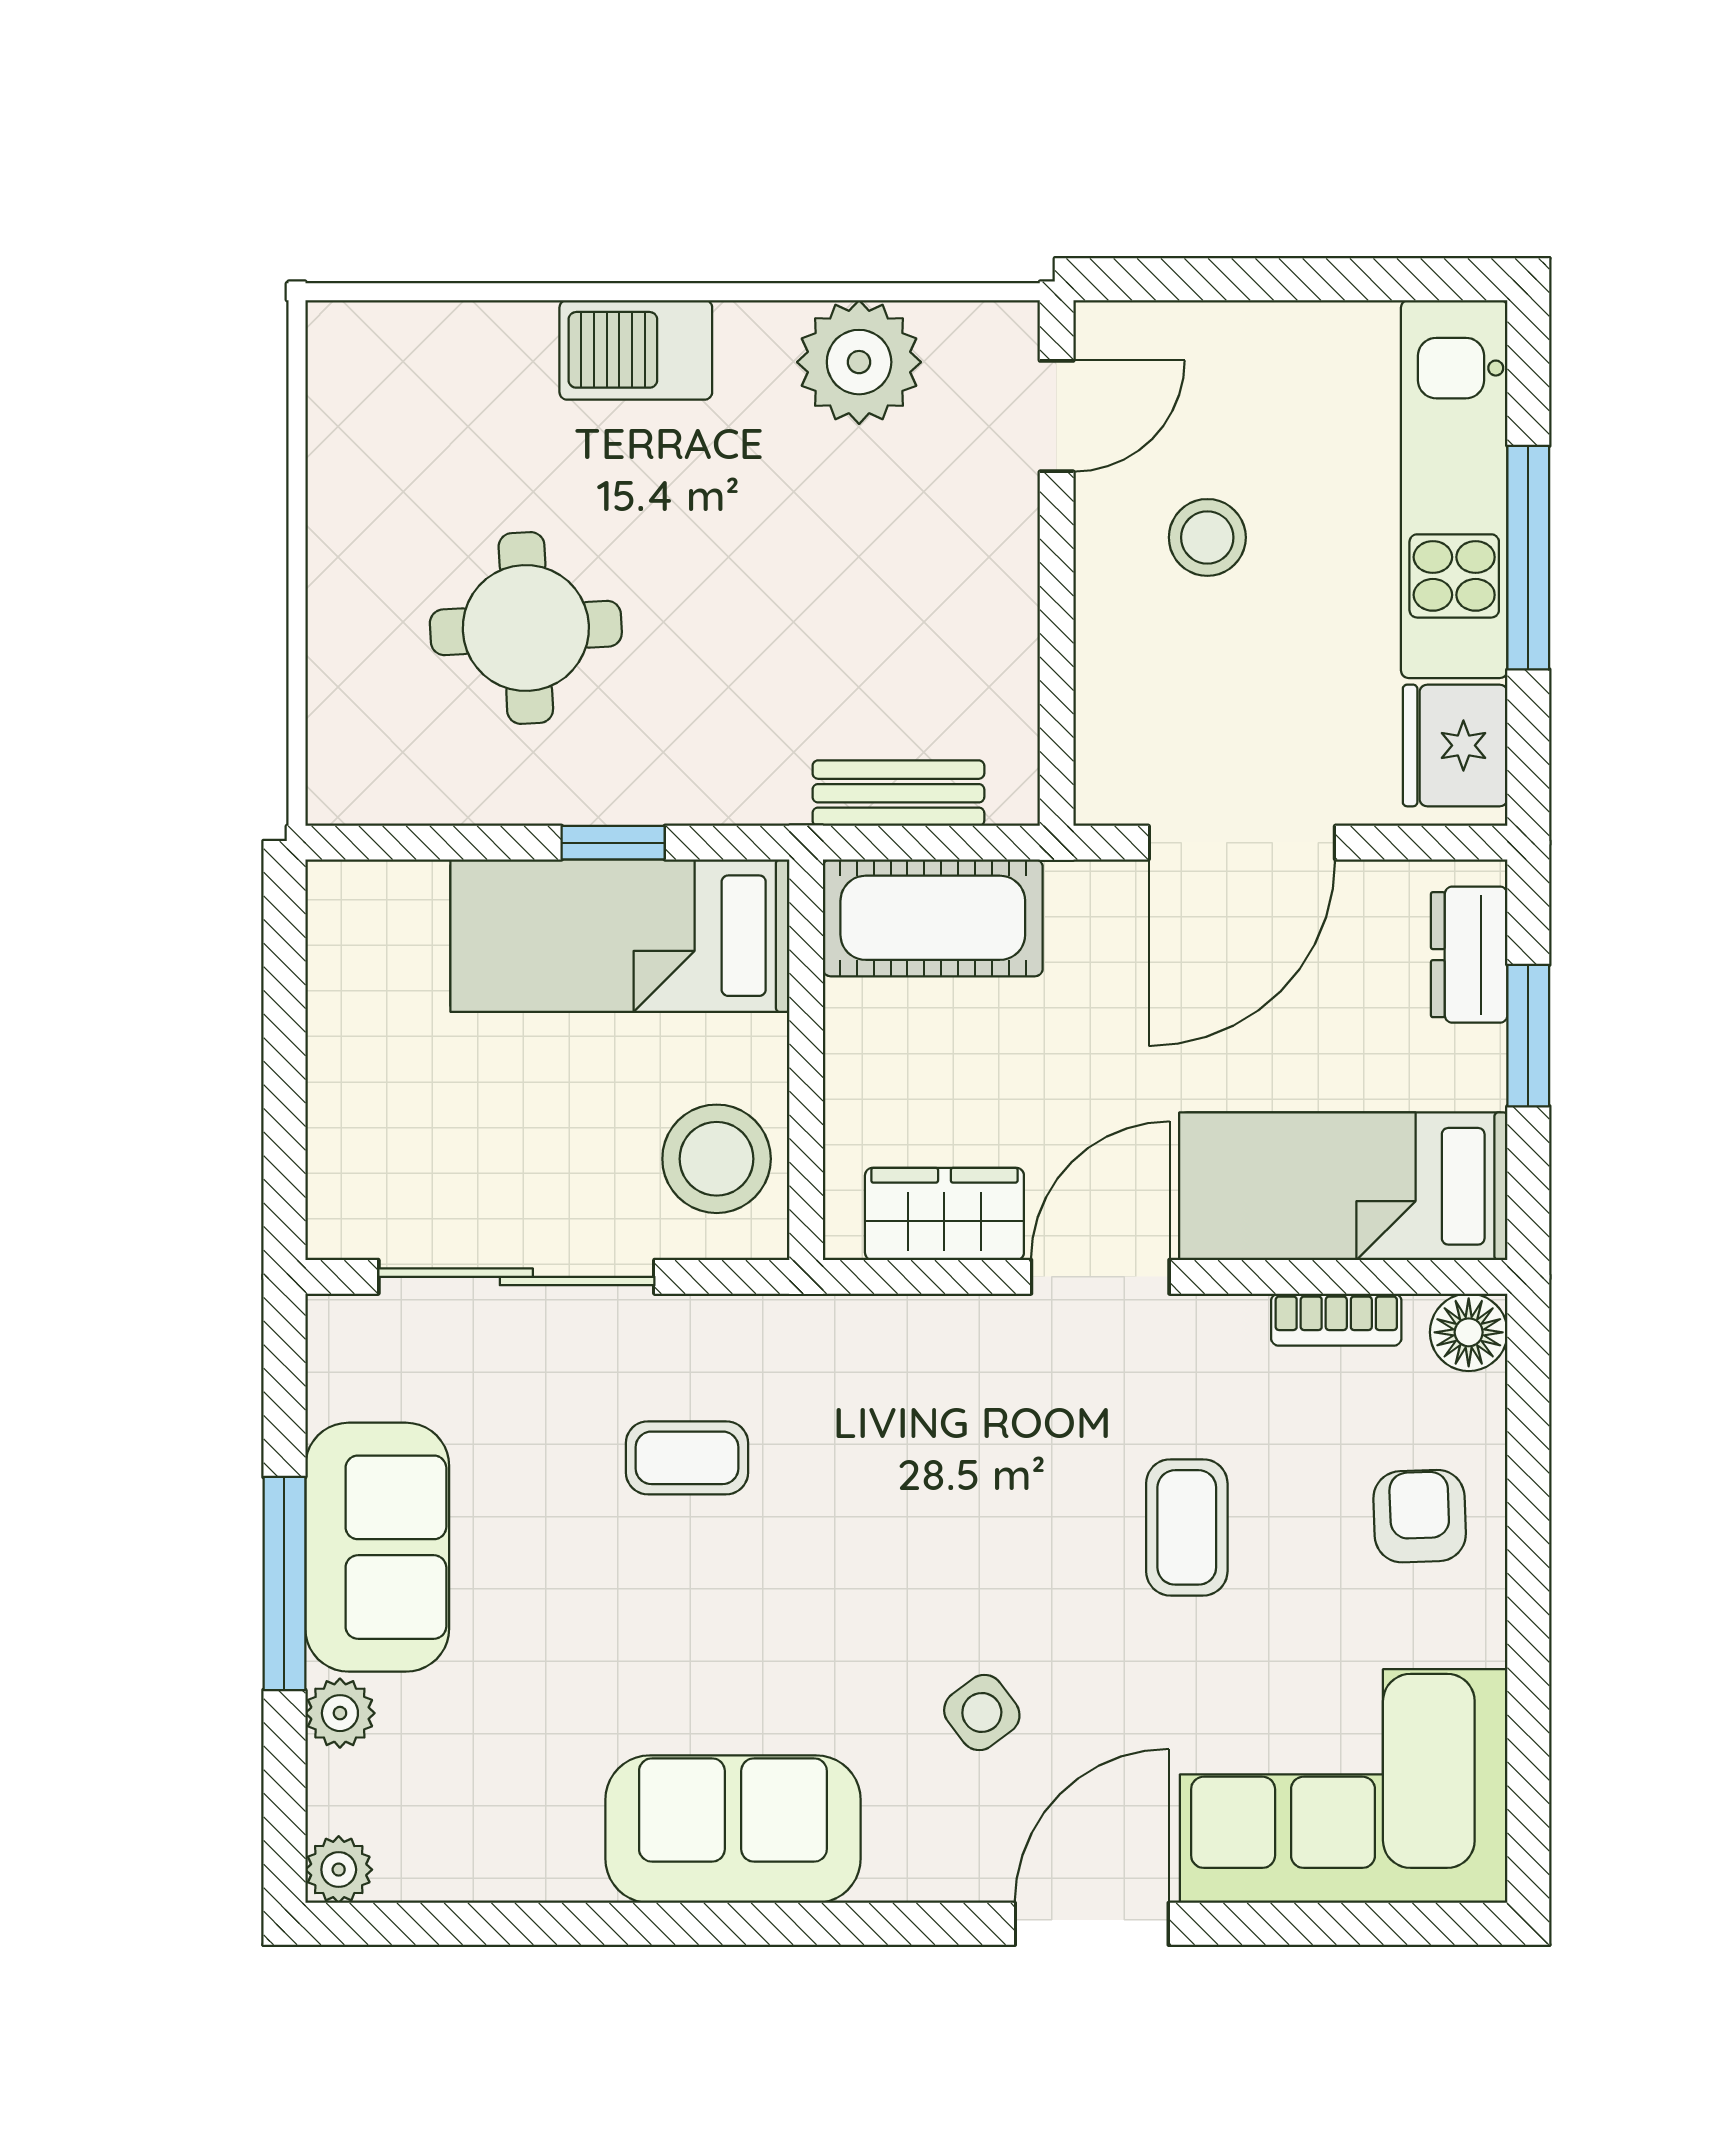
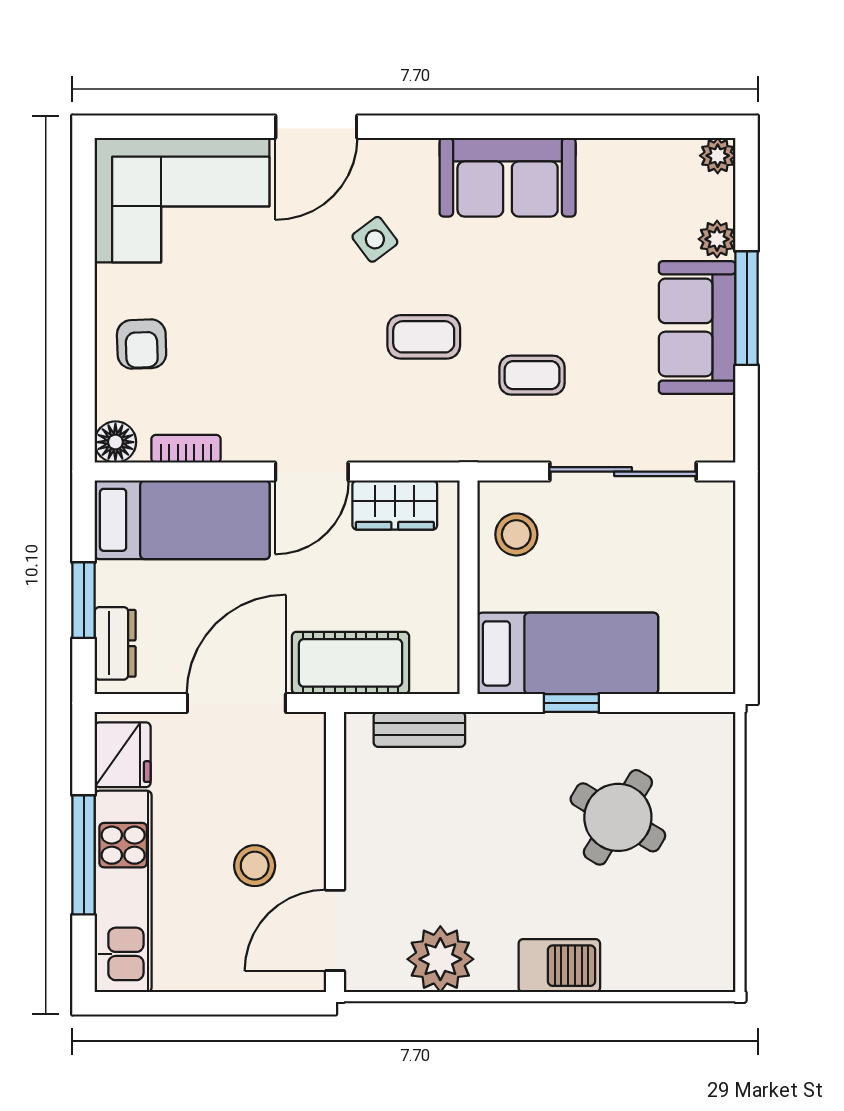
door: (1057, 416) -> (335, 930), width x1.38
round table: (526, 628) -> (618, 817), turned 34
cot: (933, 918) -> (351, 663), moved
stool: (717, 1159) -> (516, 534), width x0.73, depth x0.73
coffee table: (1187, 1527) -> (424, 337), moved, turned 90

